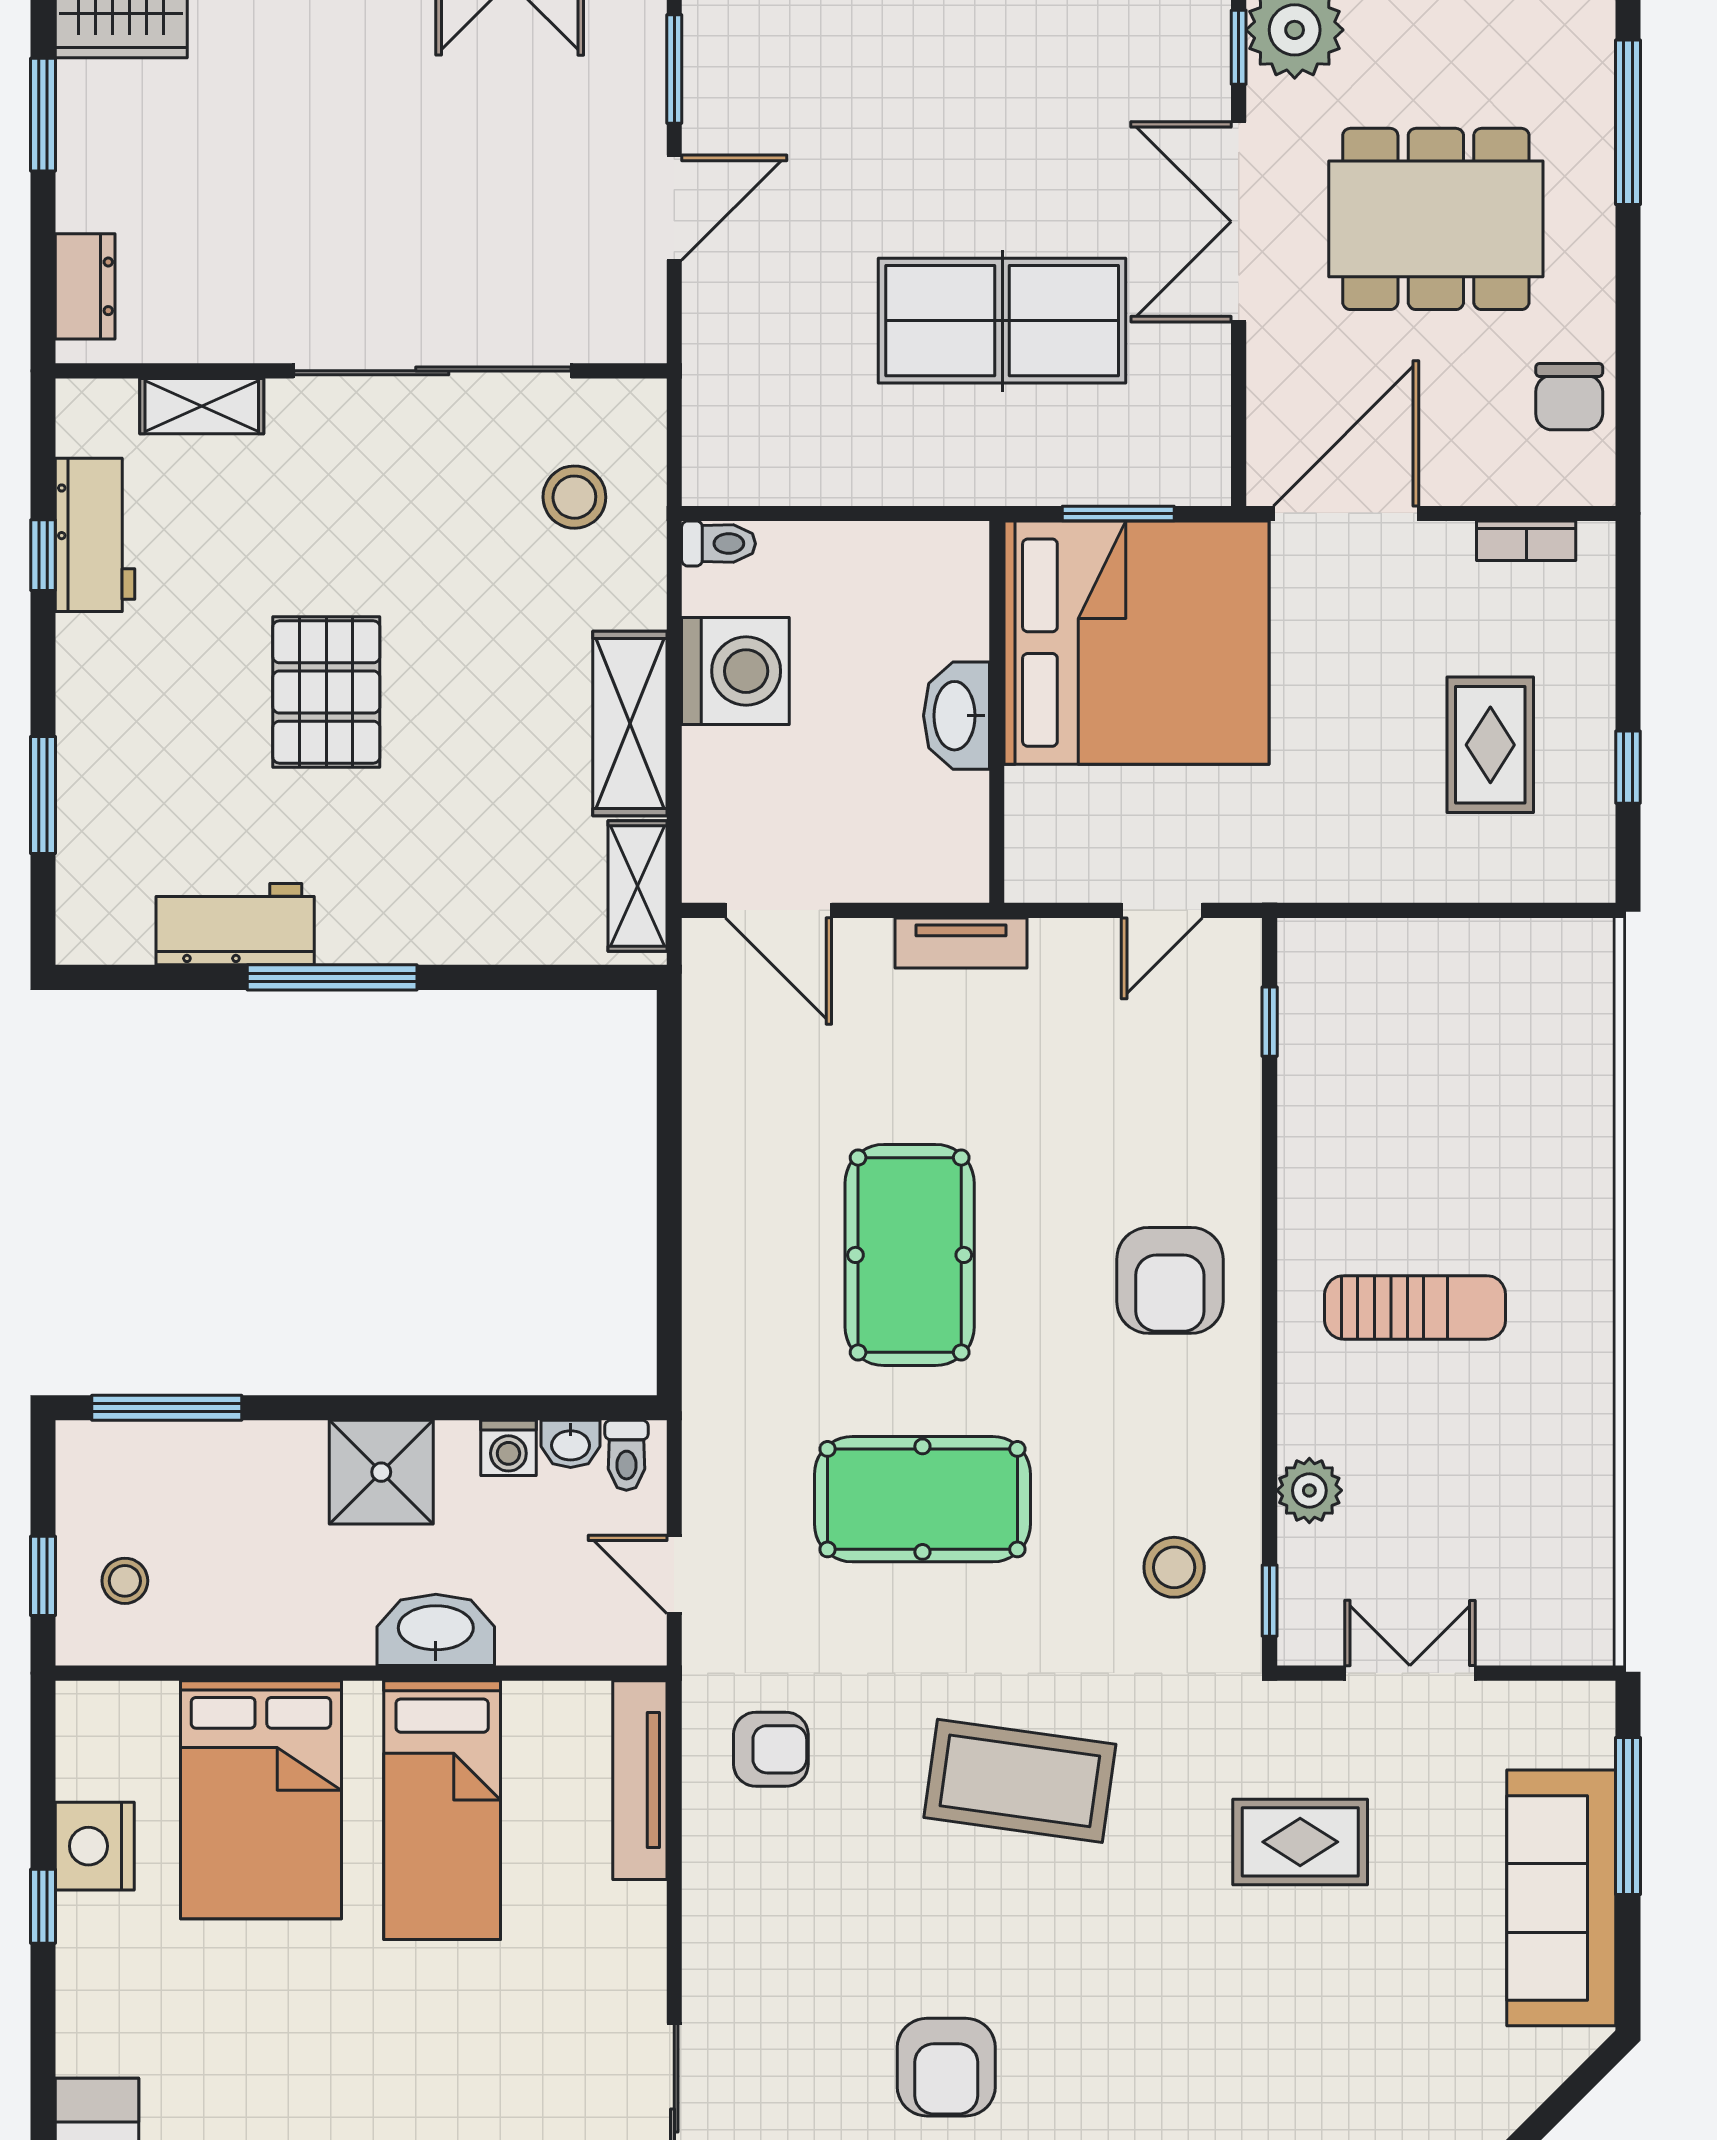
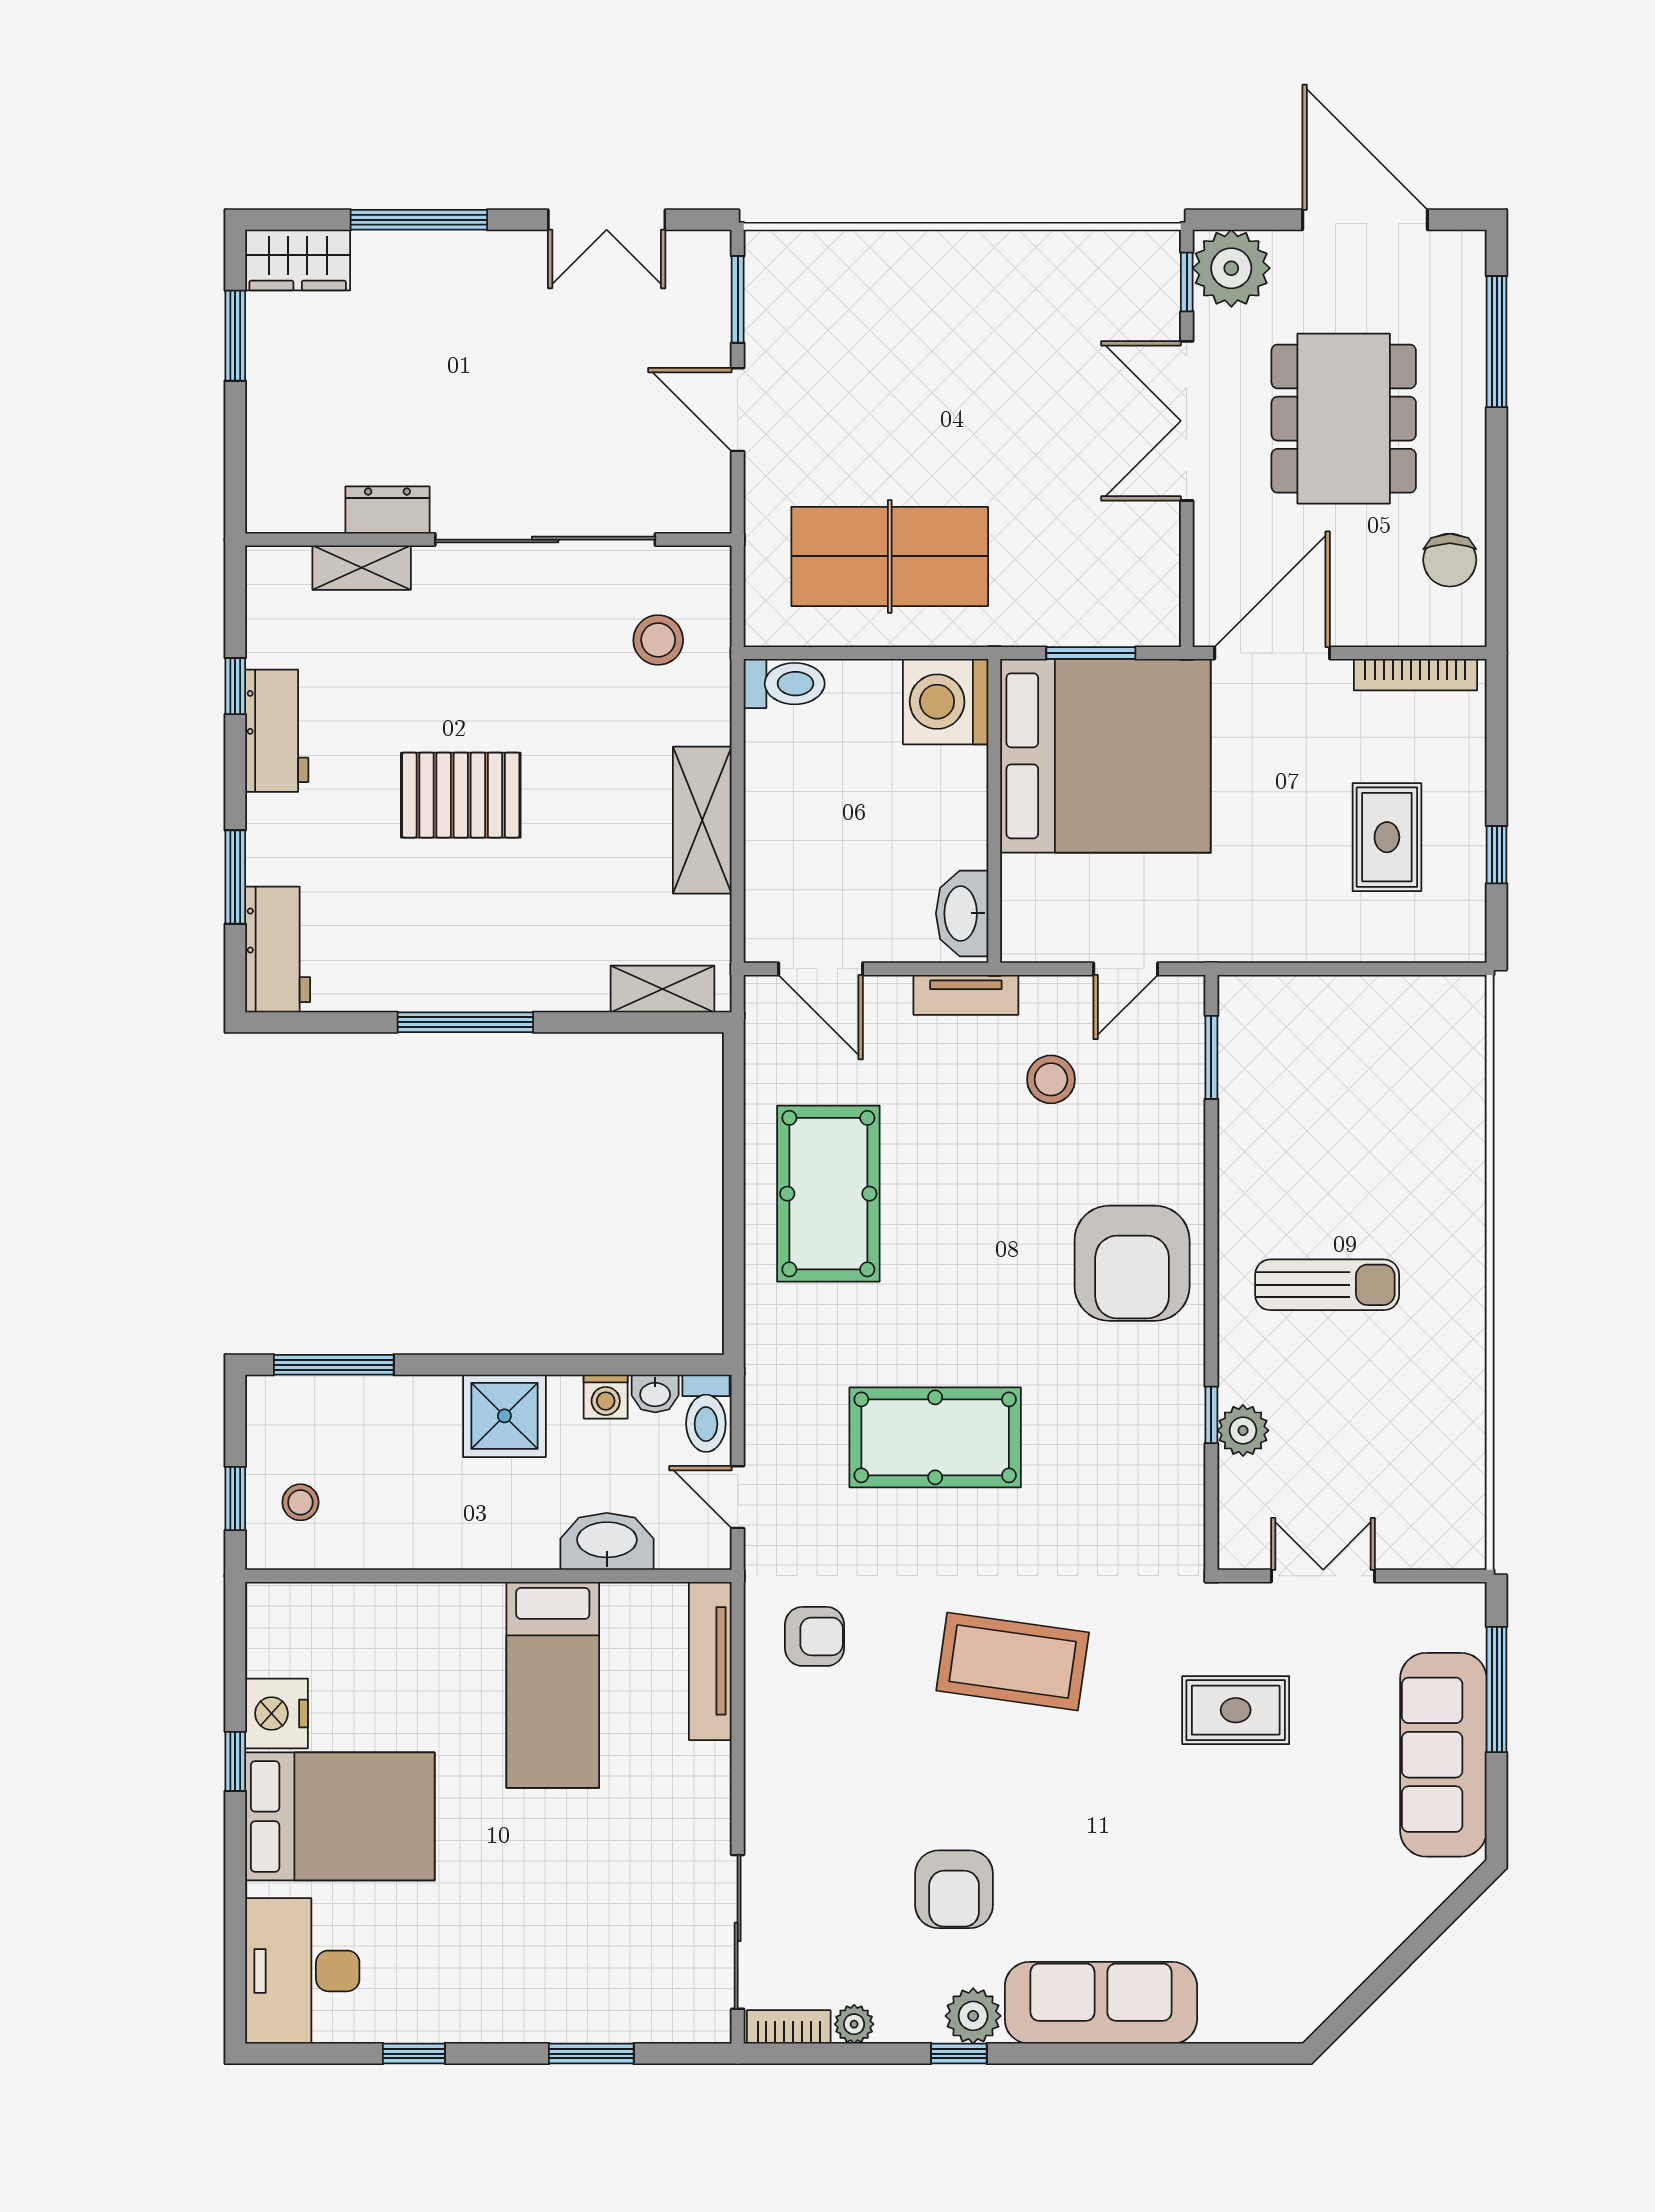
door: (674, 208) -> (738, 410), swing flipped
dining table: (1436, 219) -> (1344, 419), turned 90
dresser: (85, 286) -> (387, 510), moved, turned -90
table tennis table: (1002, 321) -> (890, 556), moved
workbench: (95, 535) -> (277, 731), moved
bookcase: (1526, 541) -> (1415, 675), width x1.56
toilet: (718, 544) -> (784, 684), width x1.37, depth x1.39
washing machine: (735, 671) -> (946, 702), moved, turned 180
pallet: (326, 692) -> (461, 795), turned 90
washbasin: (956, 716) -> (962, 913), moved
shelving: (637, 886) -> (662, 989), moved, turned 90
workbench: (235, 924) -> (278, 949), moved, turned 90
window: (1270, 1022) -> (1211, 1057), width x1.50
pool table: (910, 1255) -> (828, 1194), moved
armchair: (1170, 1280) -> (1132, 1263), width x1.36, depth x1.36
toilet: (626, 1455) -> (706, 1413), width x1.37, depth x1.39
stool: (1174, 1567) -> (1051, 1079), moved
window: (1270, 1601) -> (1211, 1415), moved
washbasin: (436, 1630) -> (607, 1541), moved
bed: (261, 1800) -> (340, 1816), moved, turned -90

